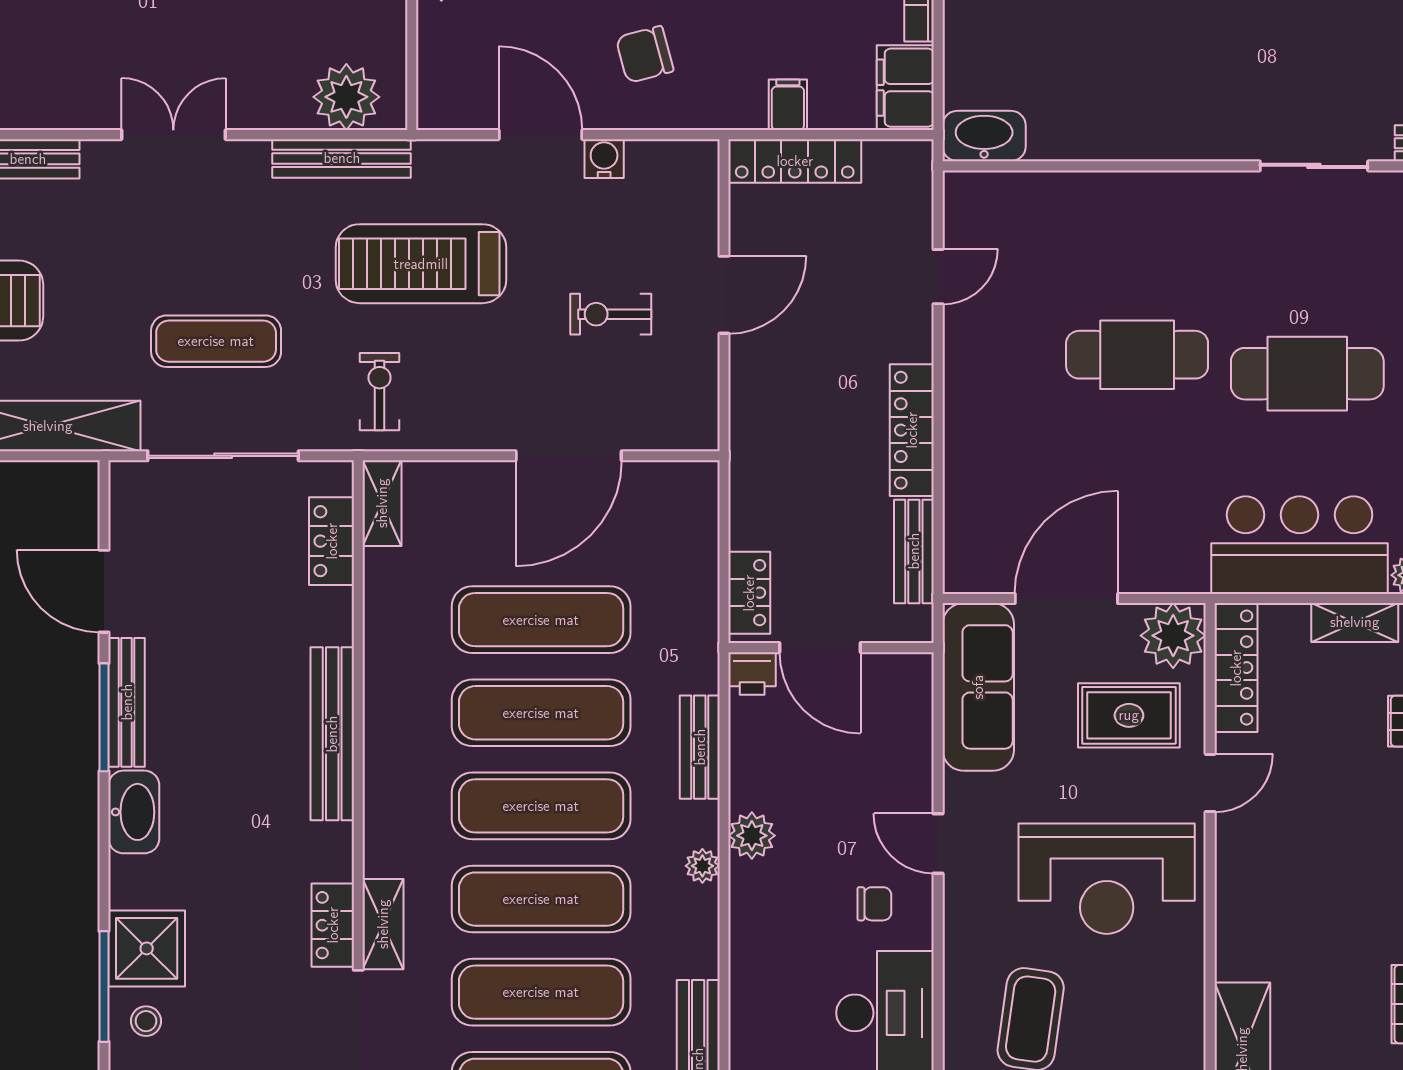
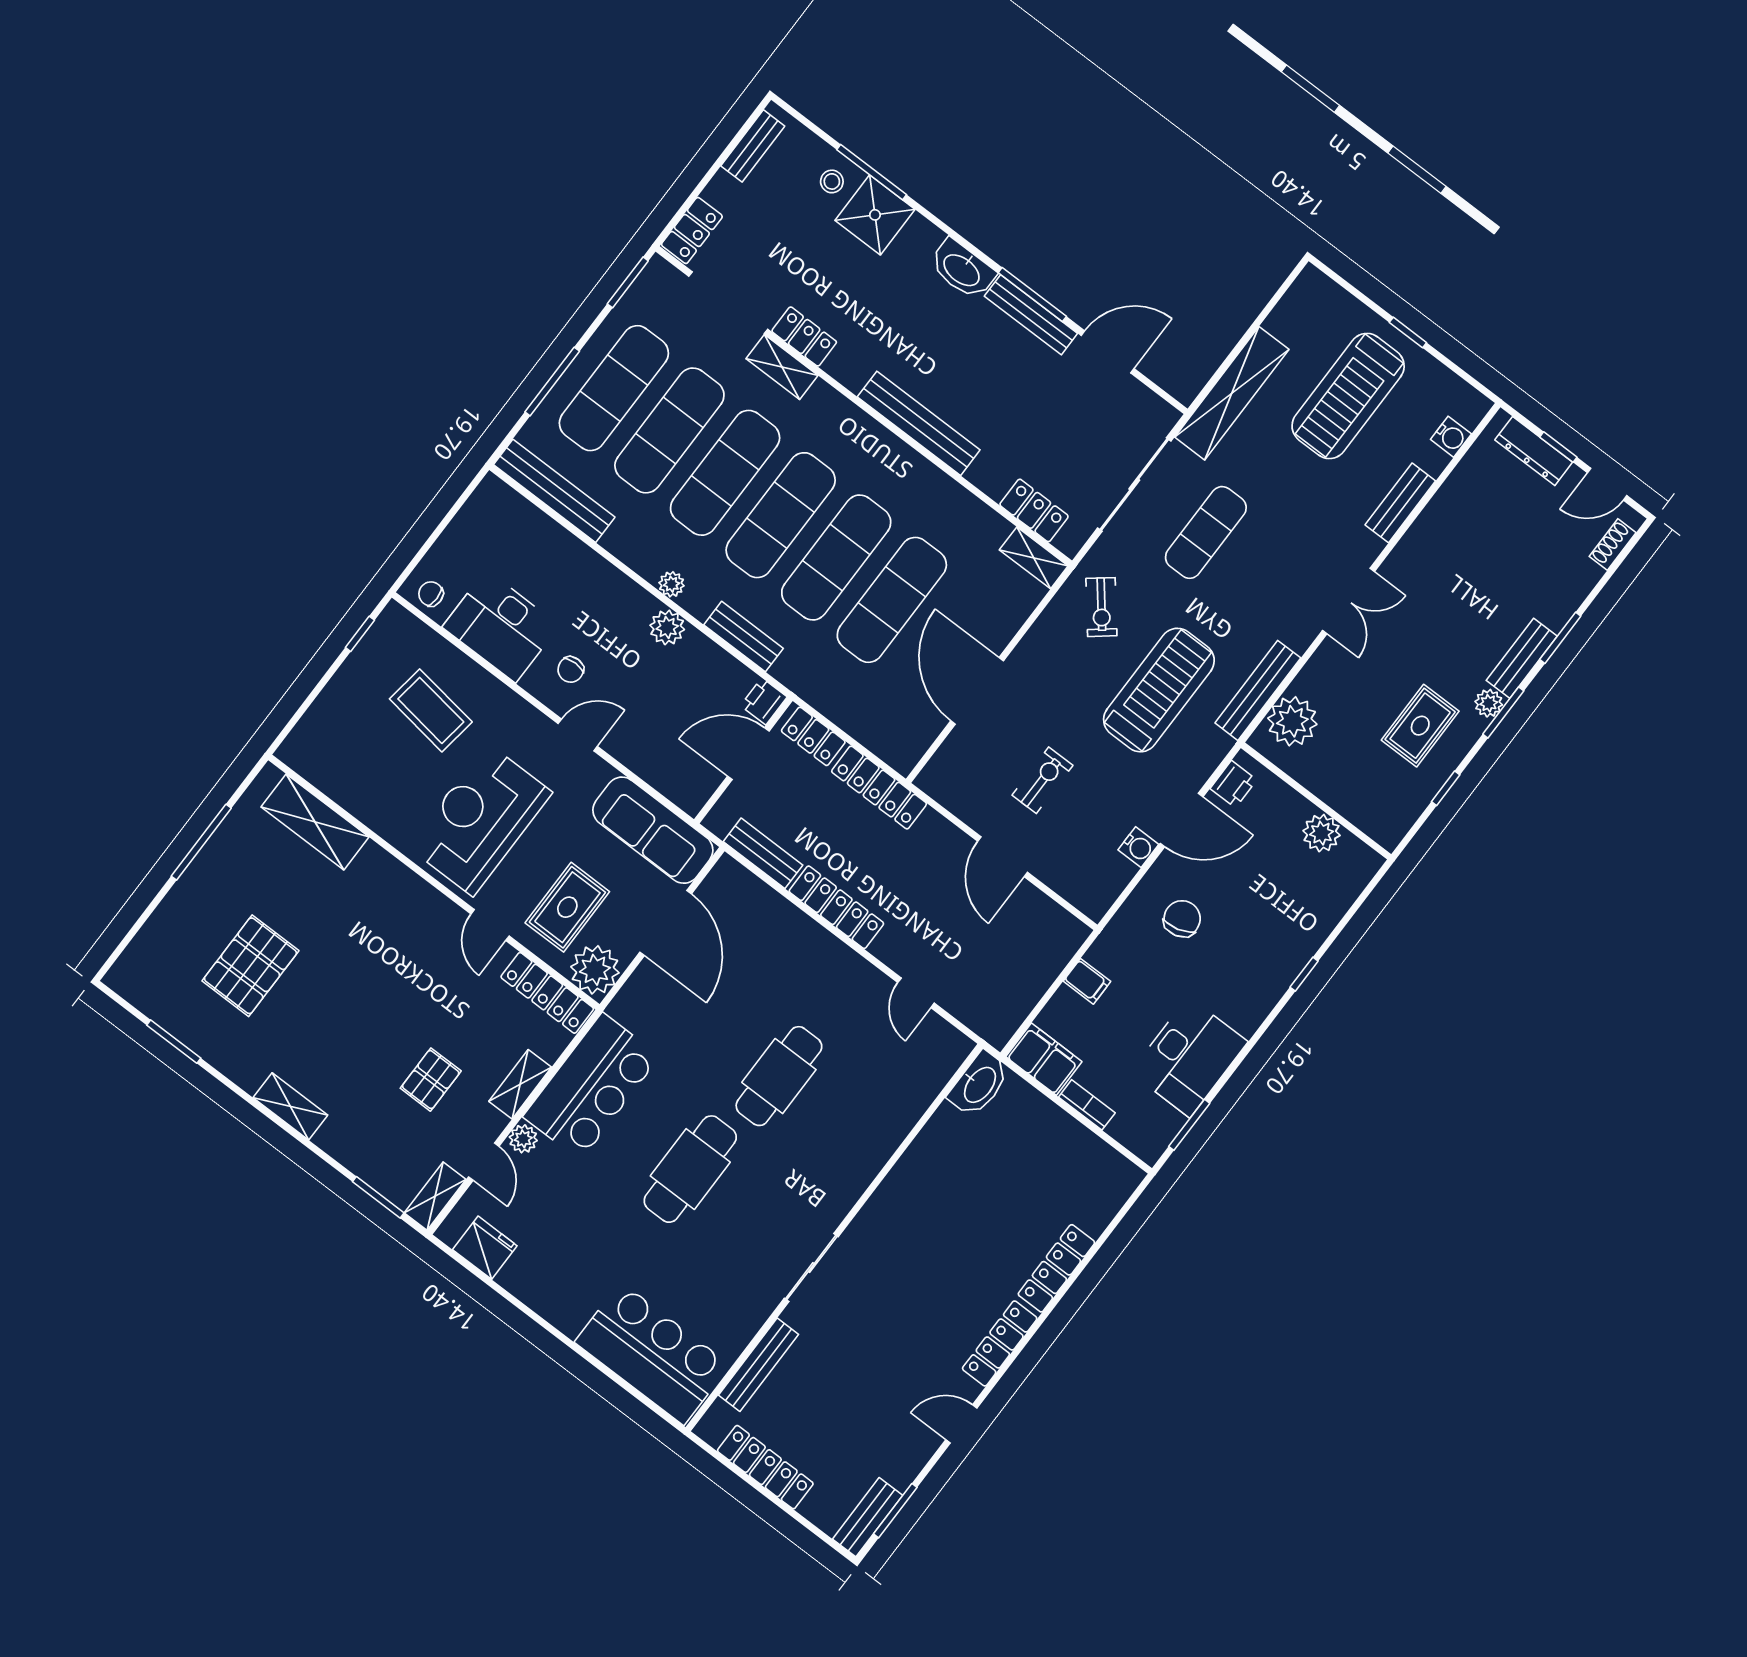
printer: (461, 109) -> (1233, 784), added
locker: (795, 161) -> (879, 788), moved, turned -90
exercise bike: (380, 392) -> (1101, 607), turned 51

